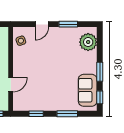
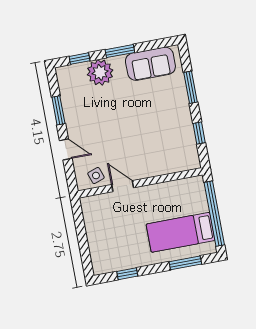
plant: (88, 42) -> (100, 72), moved
door: (11, 85) -> (123, 186), moved
window: (100, 97) -> (80, 59), moved

